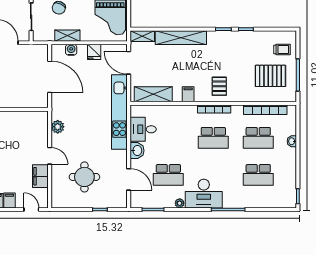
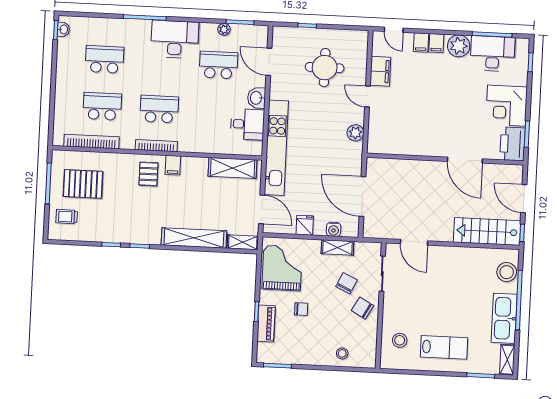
filing cabinet: (188, 94) -> (173, 165), moved
washbasin: (292, 141) -> (63, 29), moved
plant: (180, 203) -> (224, 29), moved

